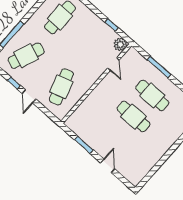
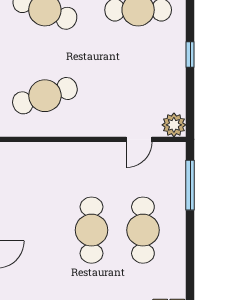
window: (111, 25) -> (190, 54), moved
window: (159, 67) -> (190, 185), moved

